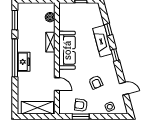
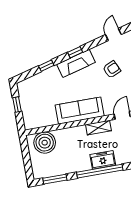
boiler: (50, 17) -> (45, 143), width x1.86, depth x1.86
fireplace: (102, 41) -> (76, 63), moved
shelving: (50, 42) -> (98, 128), moved

